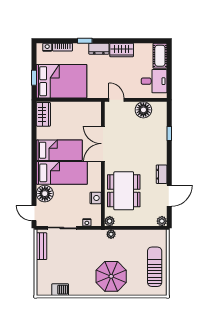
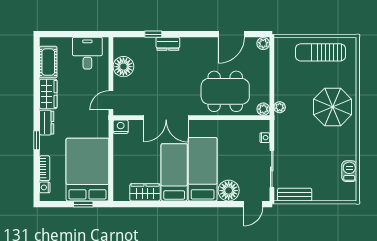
cot: (160, 56) -> (48, 62), moved, turned 90
wardrobe: (43, 114) -> (145, 192), moved
dresser: (162, 174) -> (168, 44), moved
door: (169, 196) -> (231, 34), swing flipped
nightstand: (96, 198) -> (121, 127), moved

